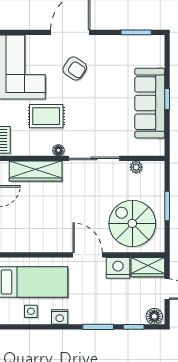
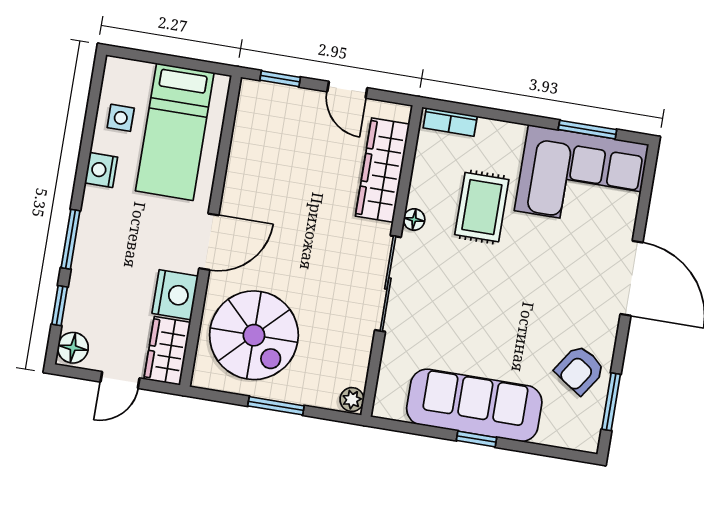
armchair: (75, 68) -> (580, 370), moved
plant: (136, 167) -> (352, 400), moved
spiral stairs: (132, 223) -> (254, 335), turned 90

